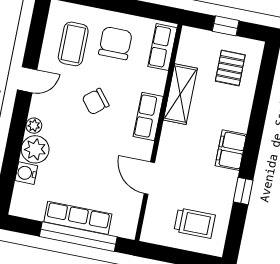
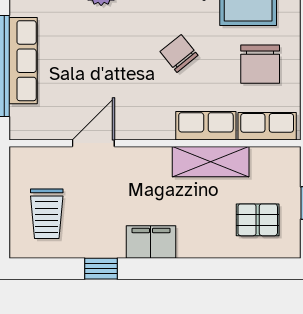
chair: (115, 43) -> (260, 64), turned 90
row of seats: (148, 117) -> (206, 126), moved

